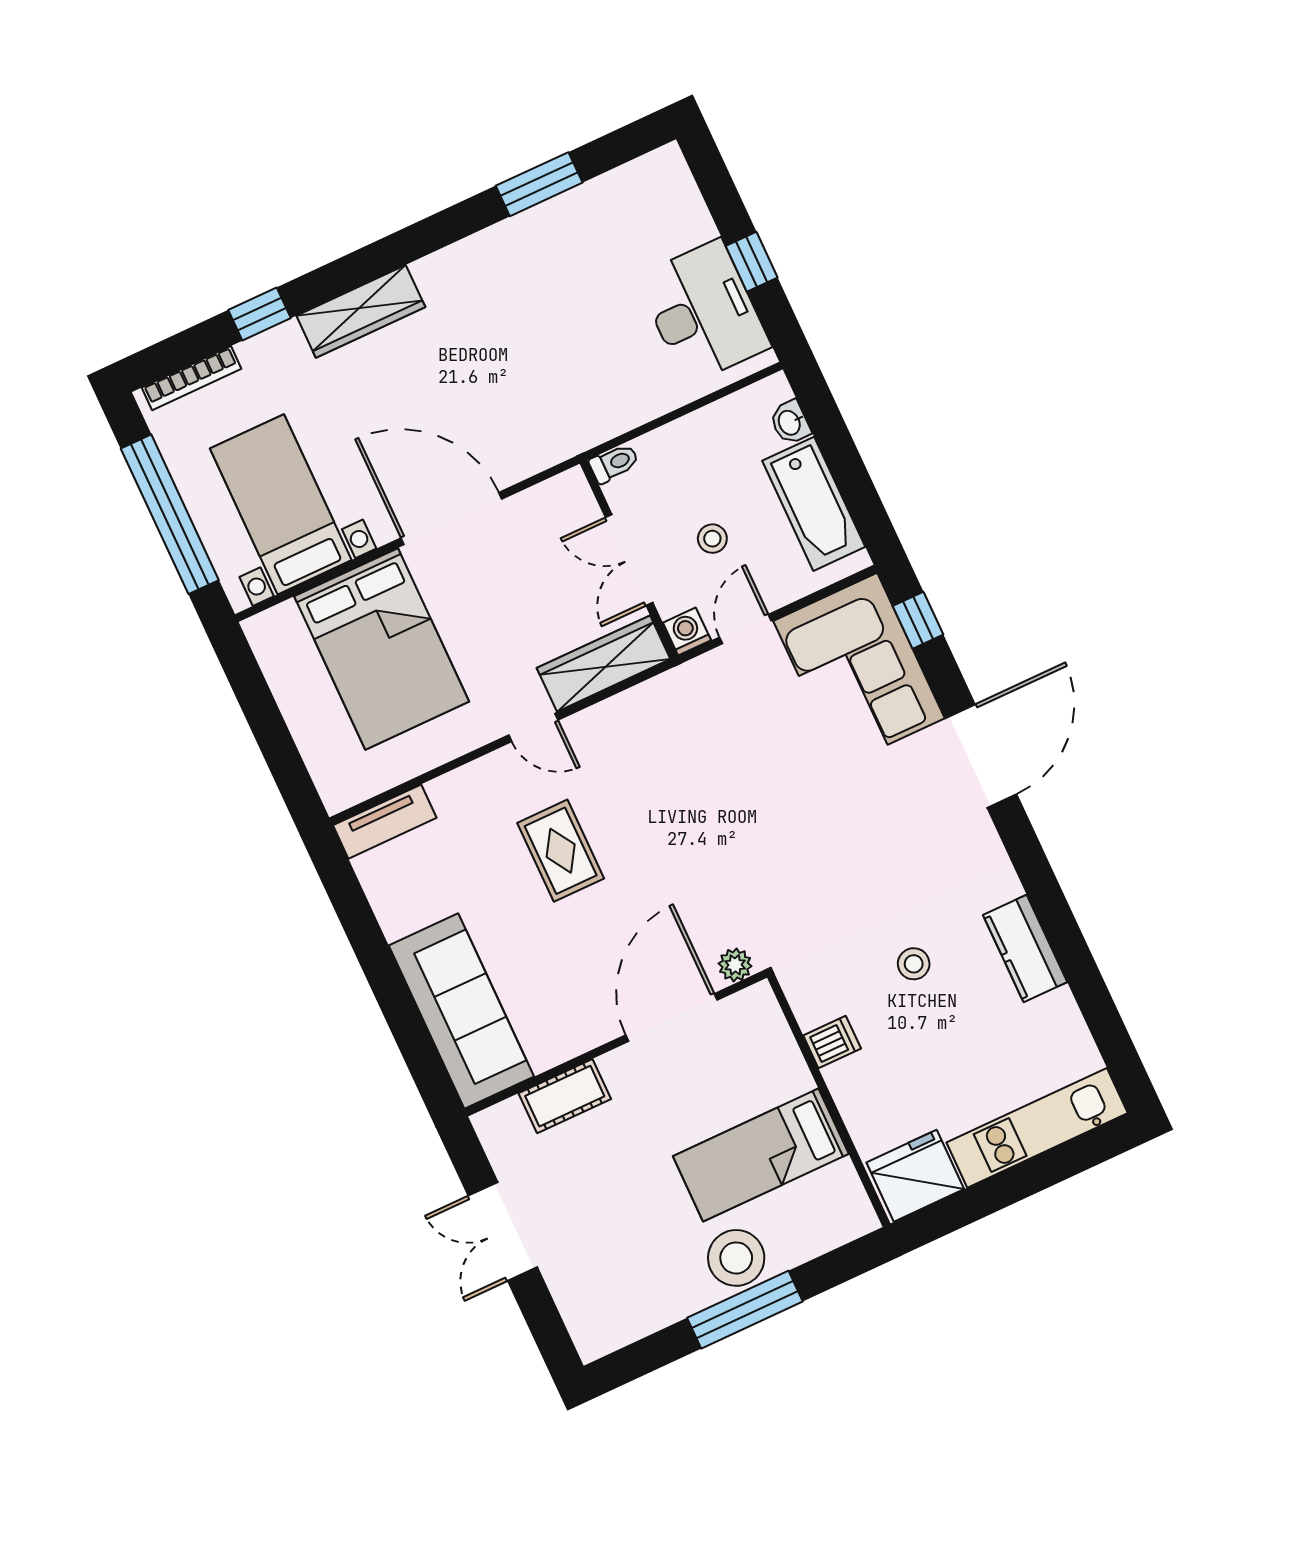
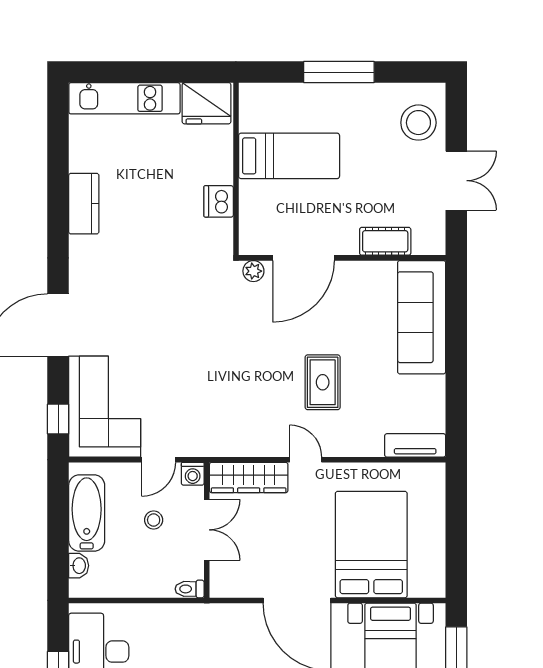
stool: (914, 964) -> (151, 224), removed
dishwasher: (832, 1042) -> (219, 201), width x1.38
stool: (736, 1258) -> (418, 123), moved

